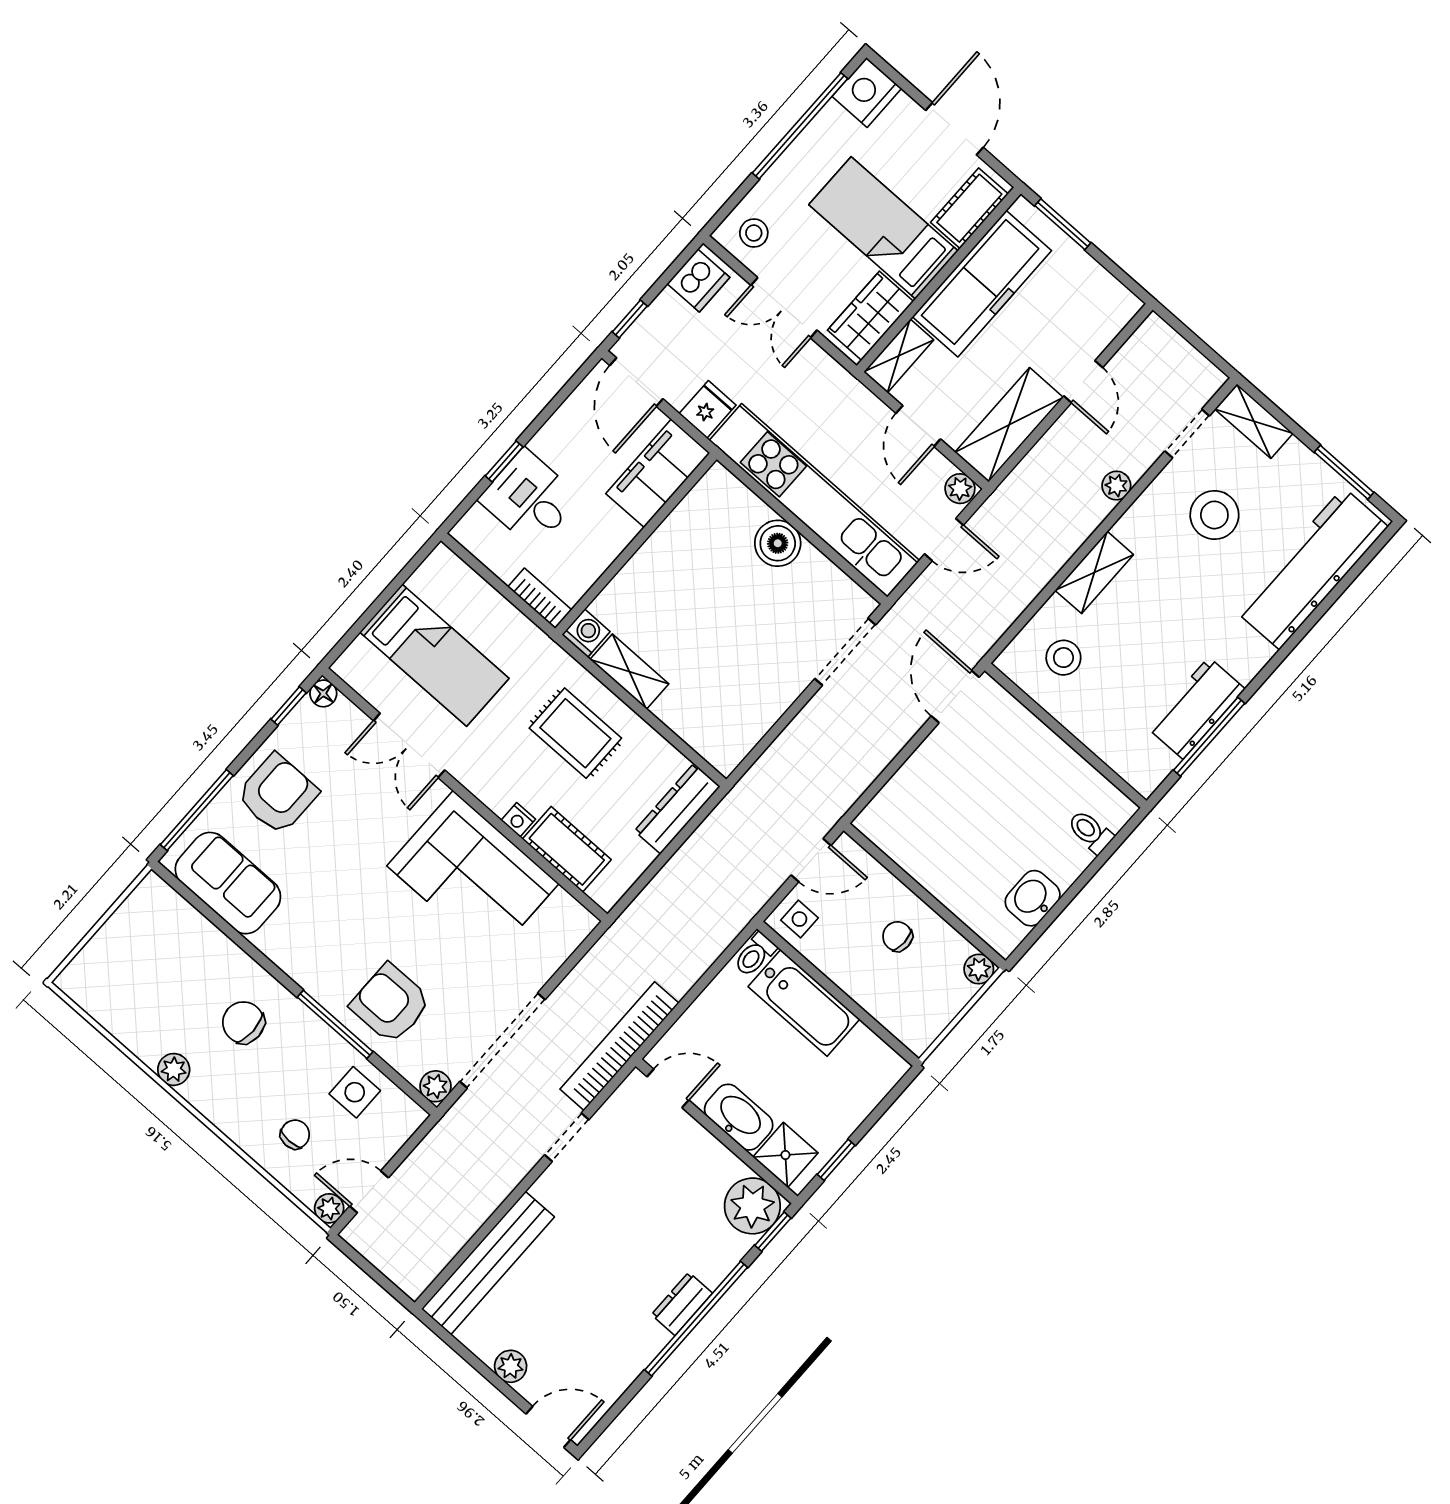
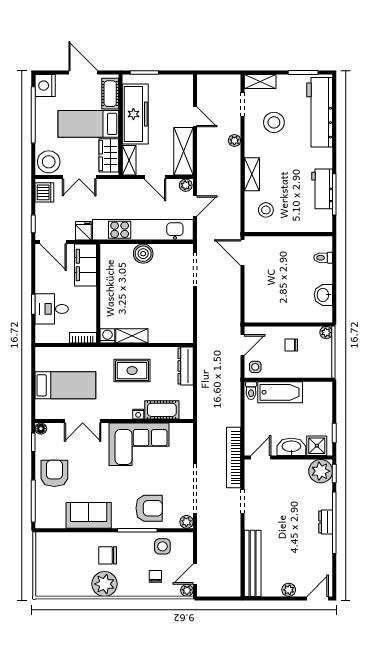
stool: (754, 233) -> (49, 162), width x1.89, depth x1.89
sofa: (228, 883) -> (89, 515), moved
armchair: (390, 1004) -> (149, 508), turned 180
plant: (174, 1069) -> (105, 584), width x1.88, depth x1.88

